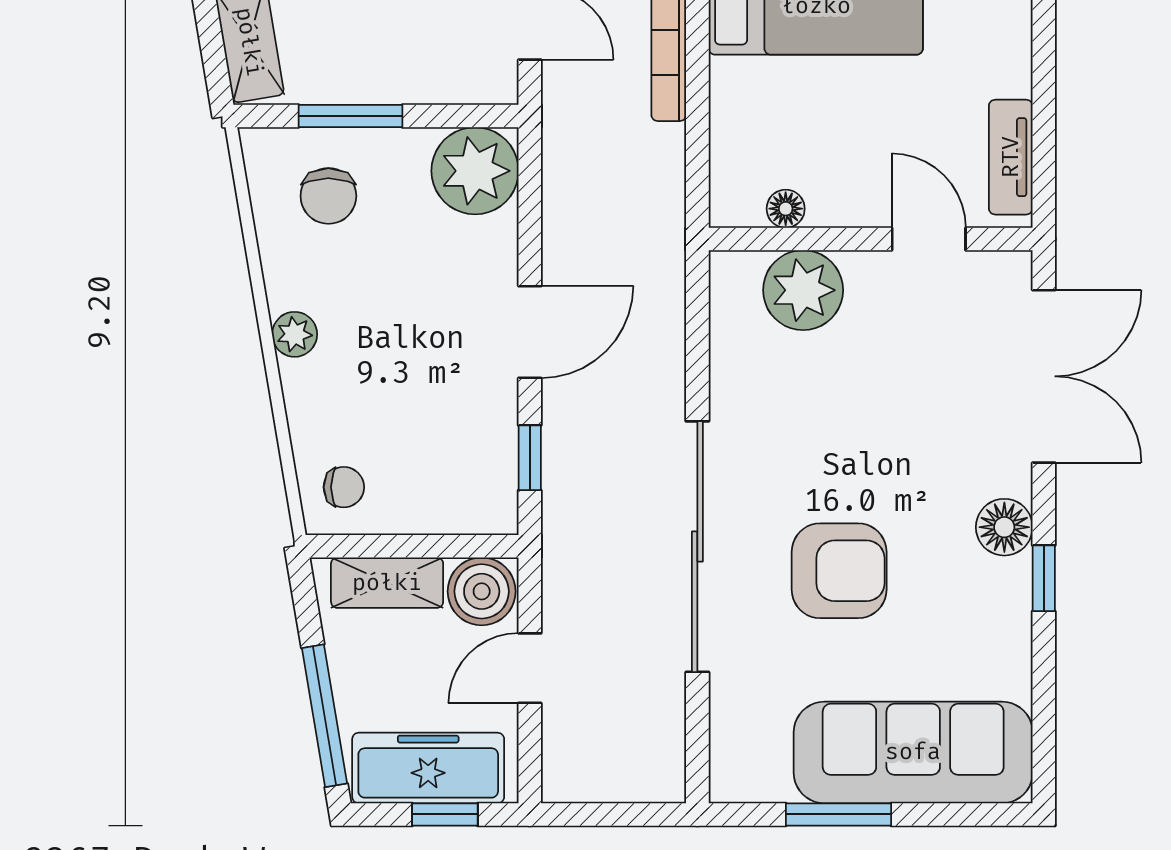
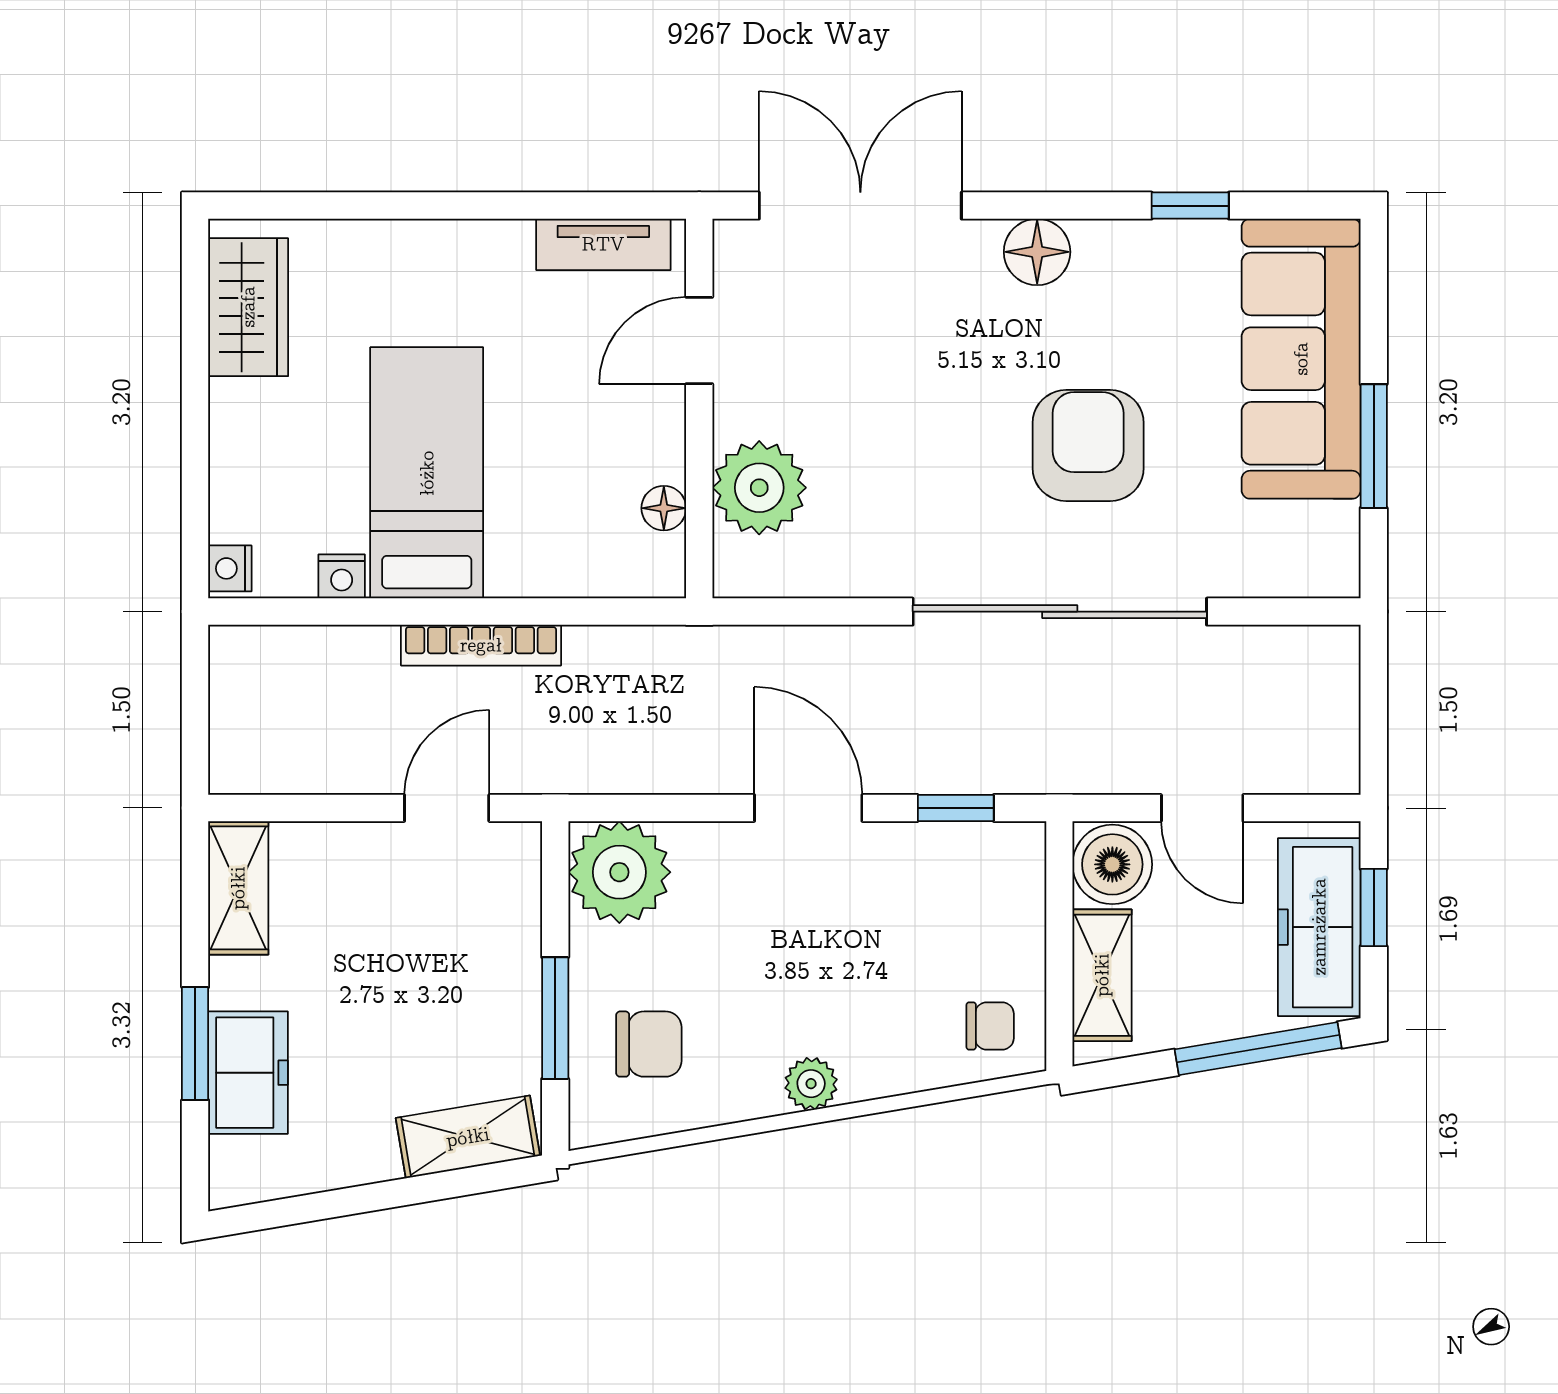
chair: (344, 487) -> (990, 1026), turned 90
window: (1044, 578) -> (1190, 206), moved

